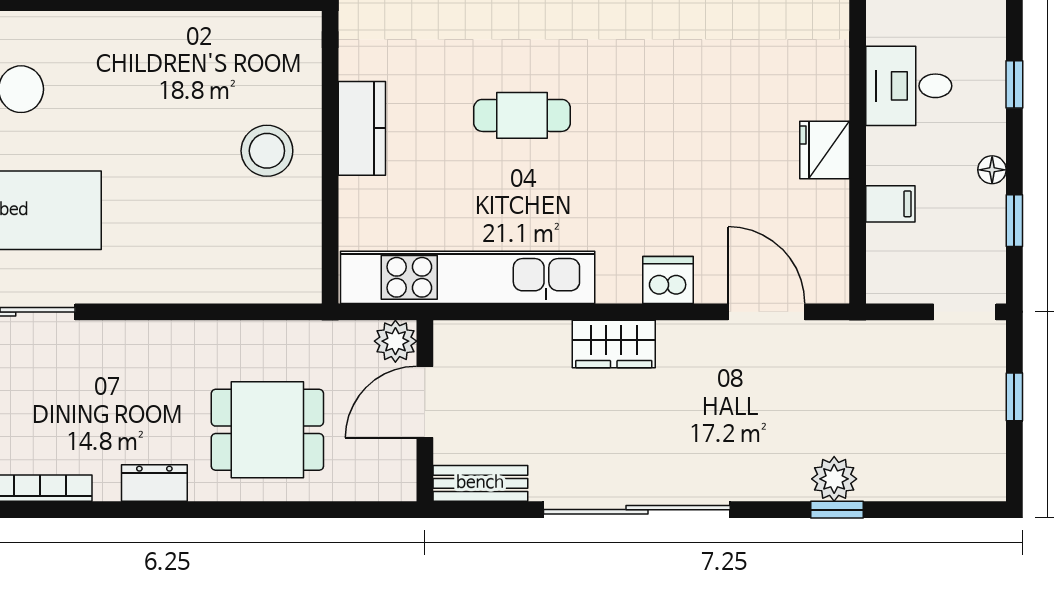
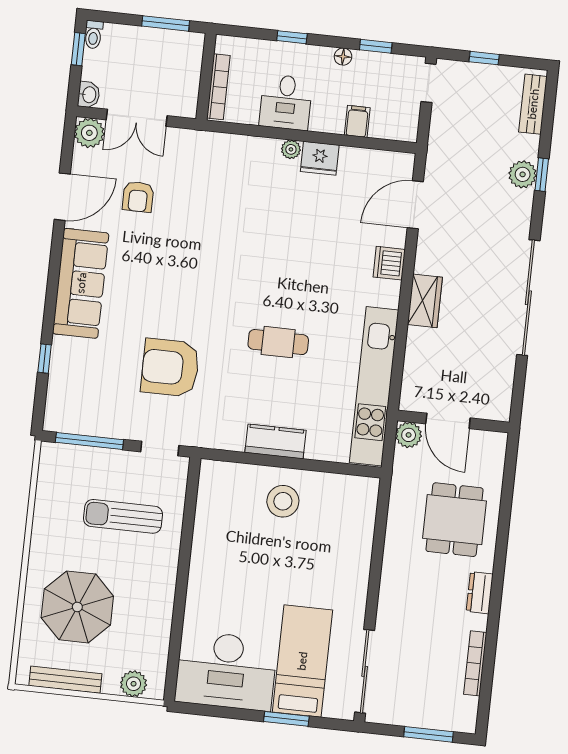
plant: (834, 102) -> (291, 149), added
cafe table: (522, 115) -> (278, 342), turned 90
bench: (480, 483) -> (533, 104), moved

